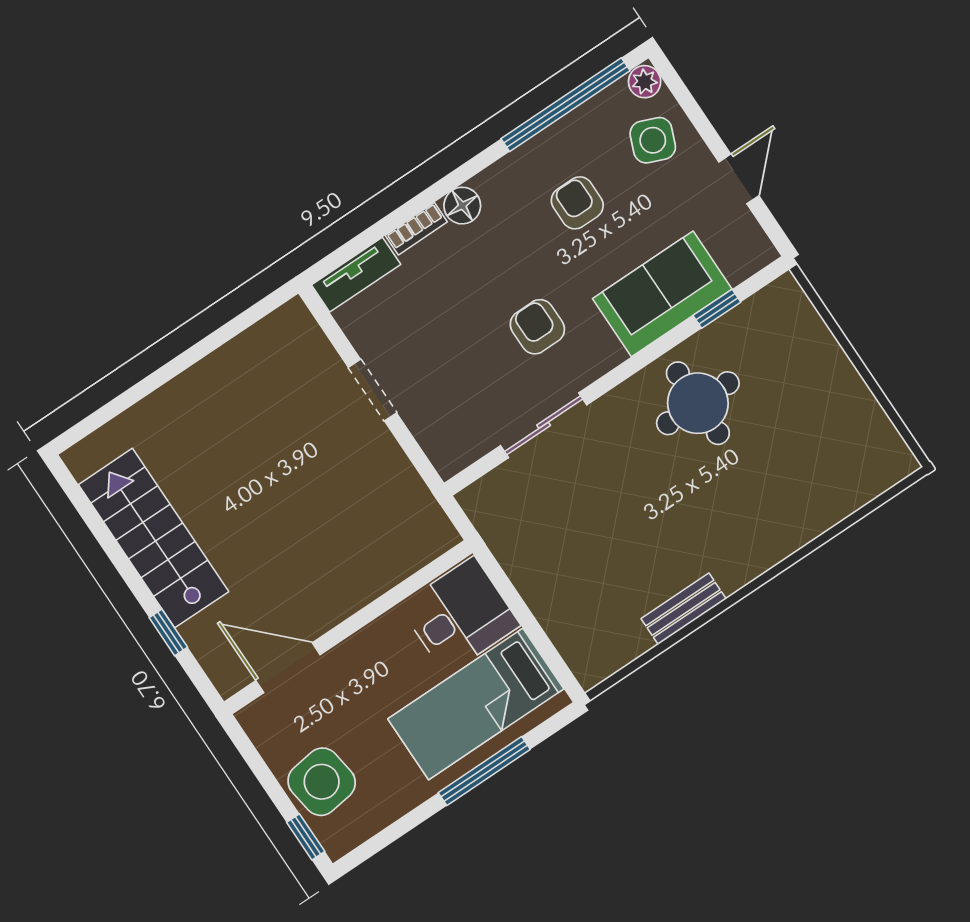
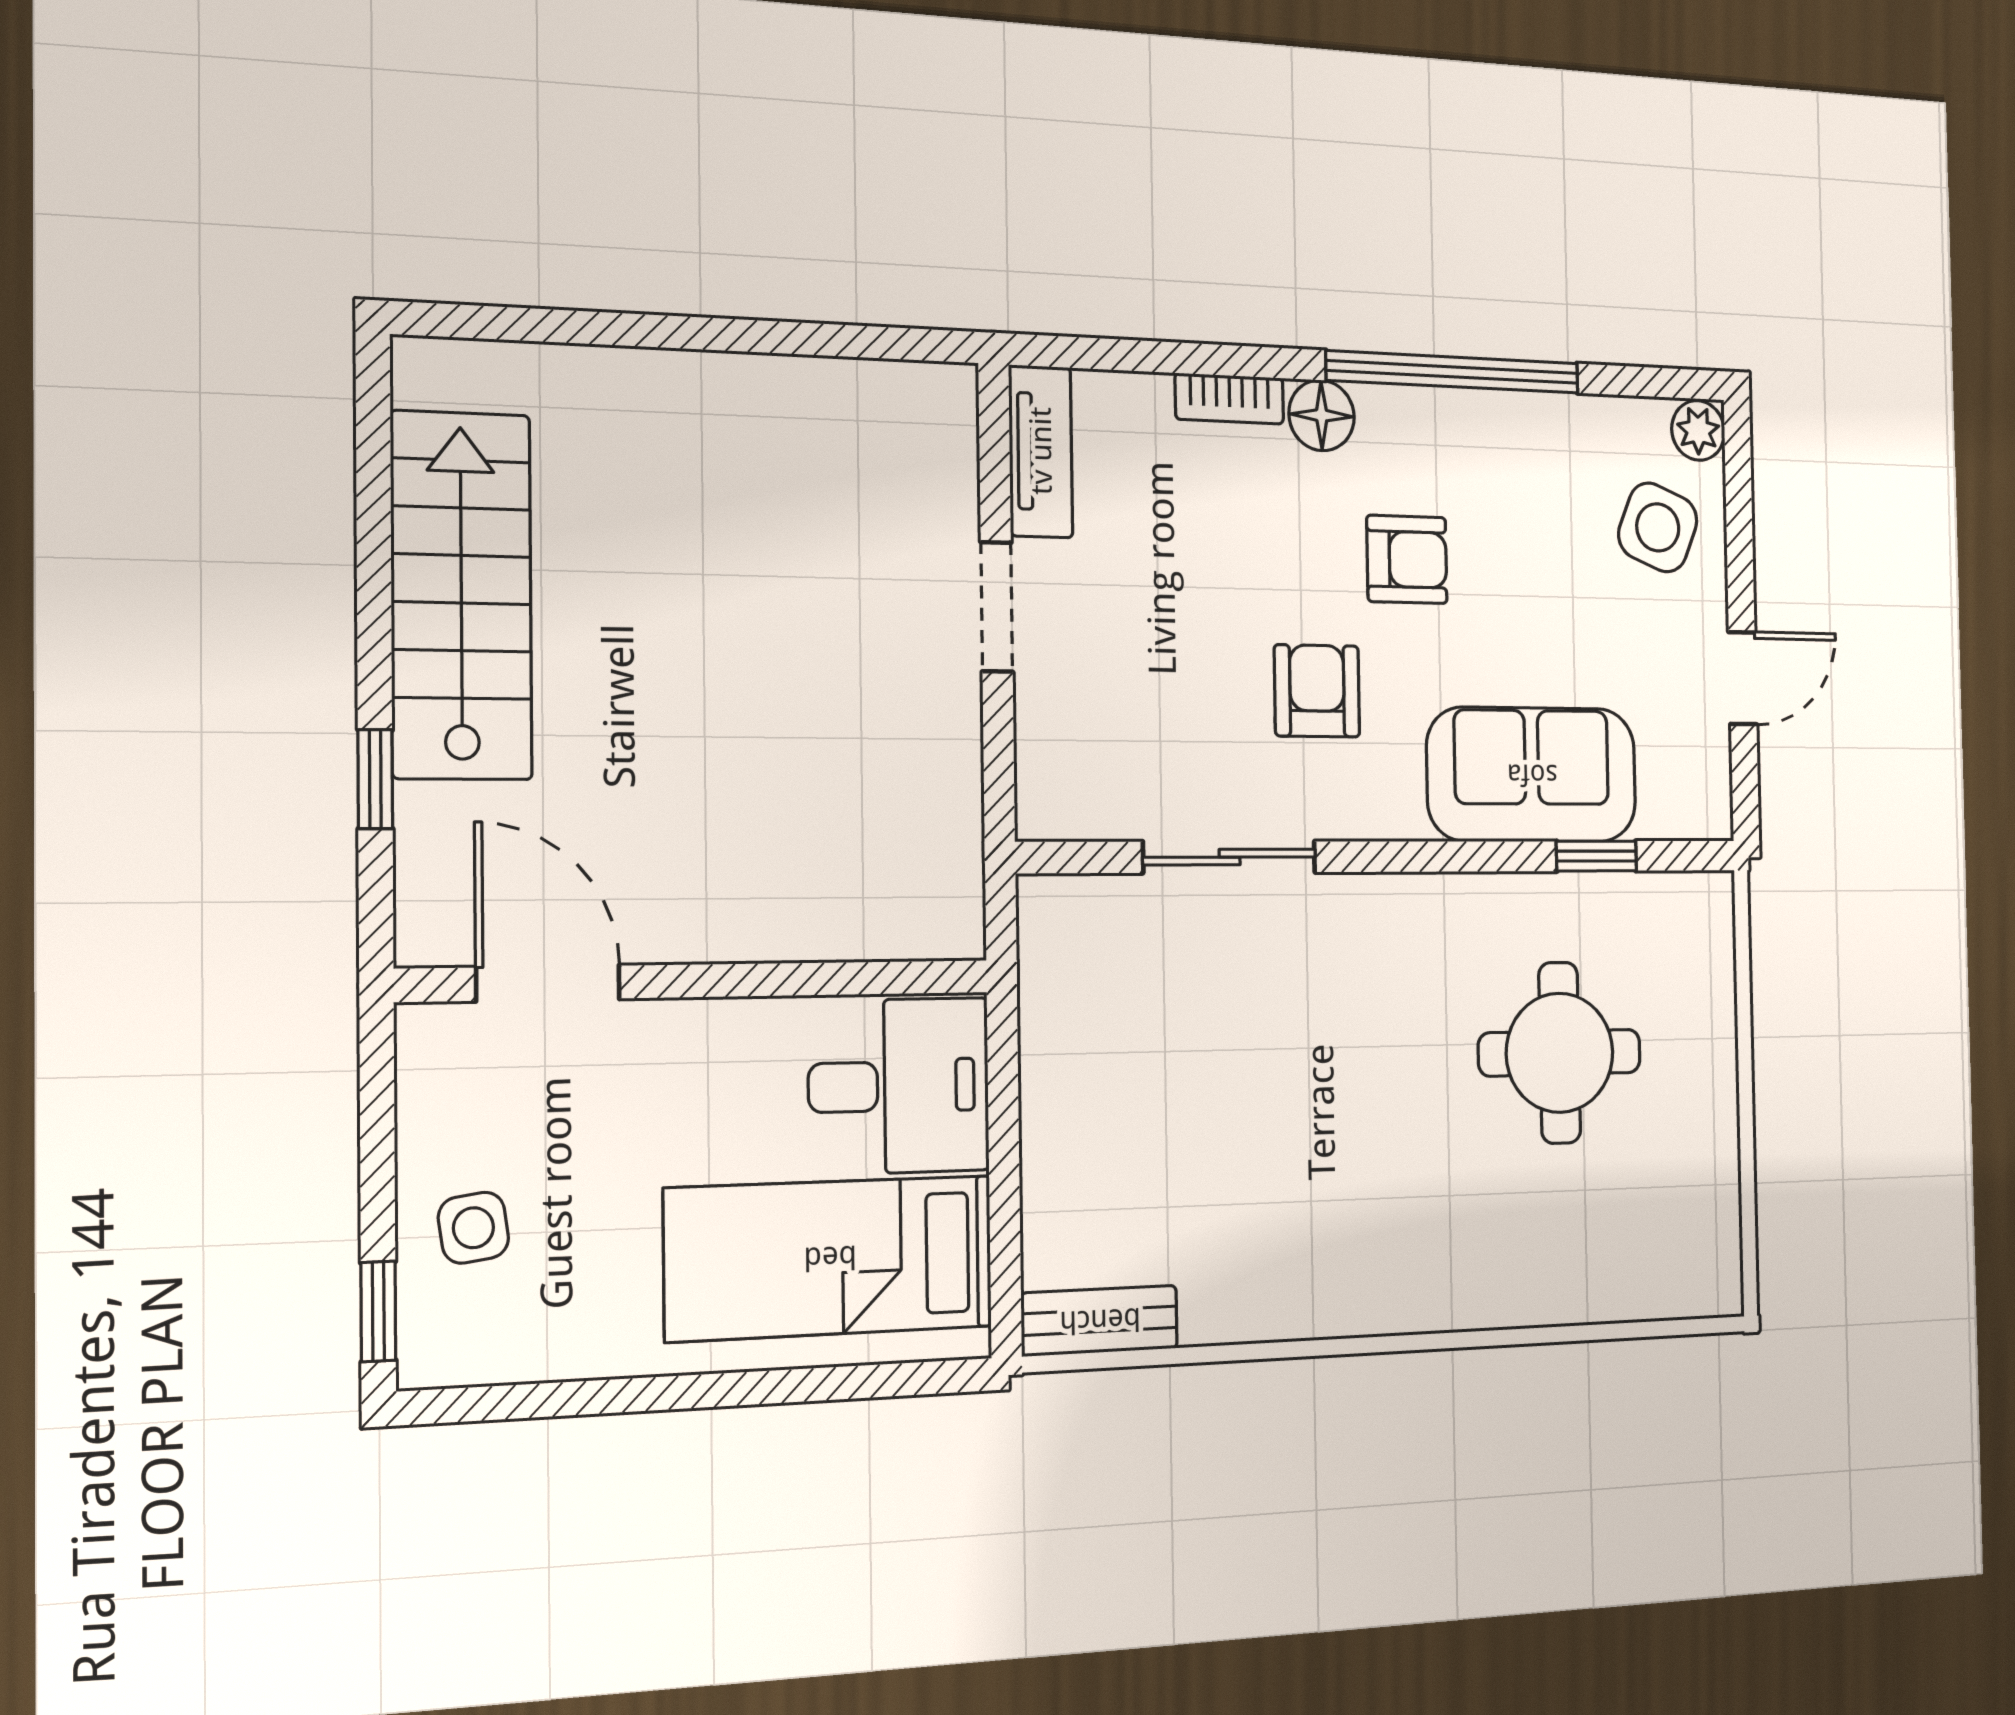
window: (566, 105) -> (1453, 372), moved
armchair: (577, 203) -> (1407, 559), moved, turned 90
tv unit: (356, 275) -> (1041, 451), moved, turned -90
round table: (698, 403) -> (1560, 1053), moved
bench: (684, 609) -> (1100, 1321), moved
window: (484, 771) -> (770, 1387), removed
side table: (322, 782) -> (473, 1228), width x0.54, depth x0.54

